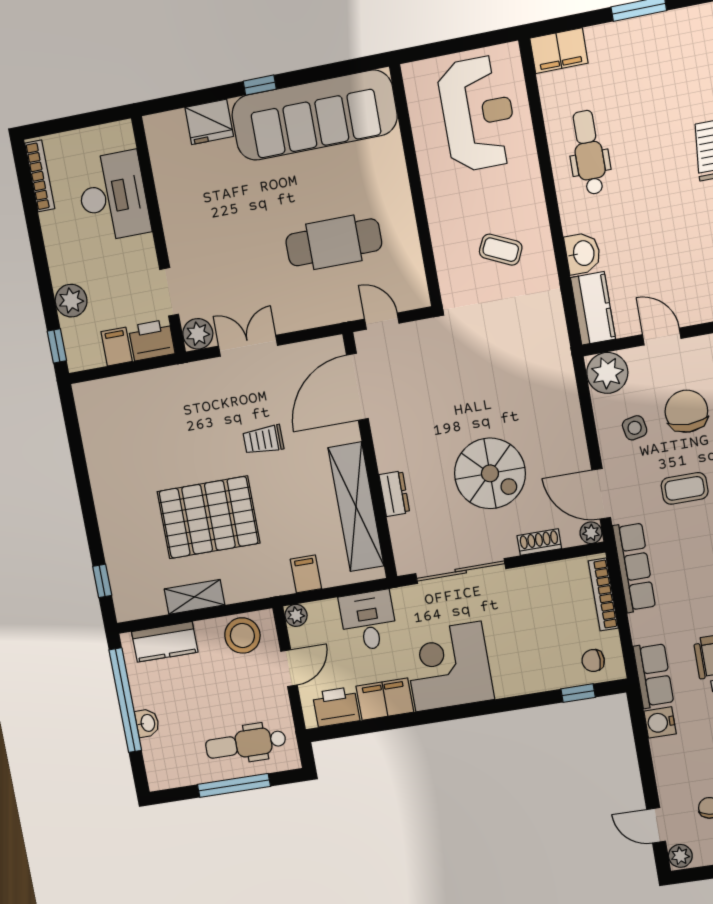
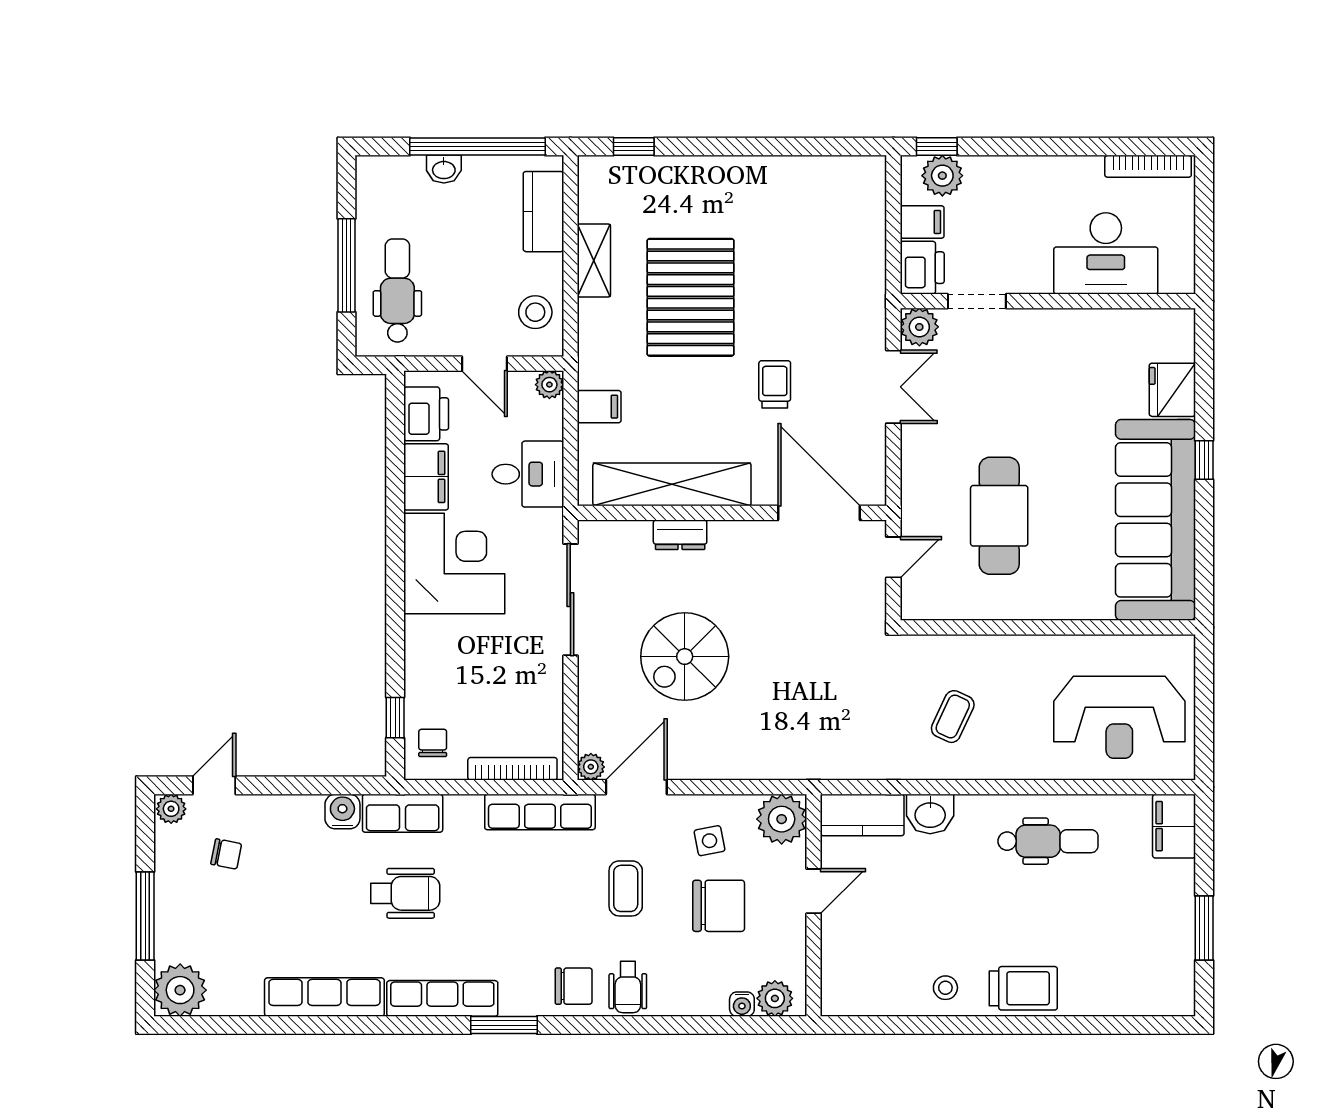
plant: (71, 301) -> (942, 176), moved
shoe rack: (539, 542) -> (590, 702), removed
stool: (242, 635) -> (535, 312), width x0.73, depth x0.73

